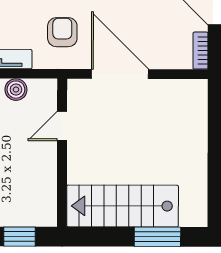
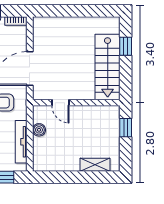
window: (157, 237) -> (126, 46), width x0.67

